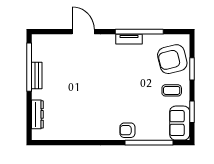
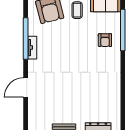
armchair: (127, 130) -> (105, 40), moved

